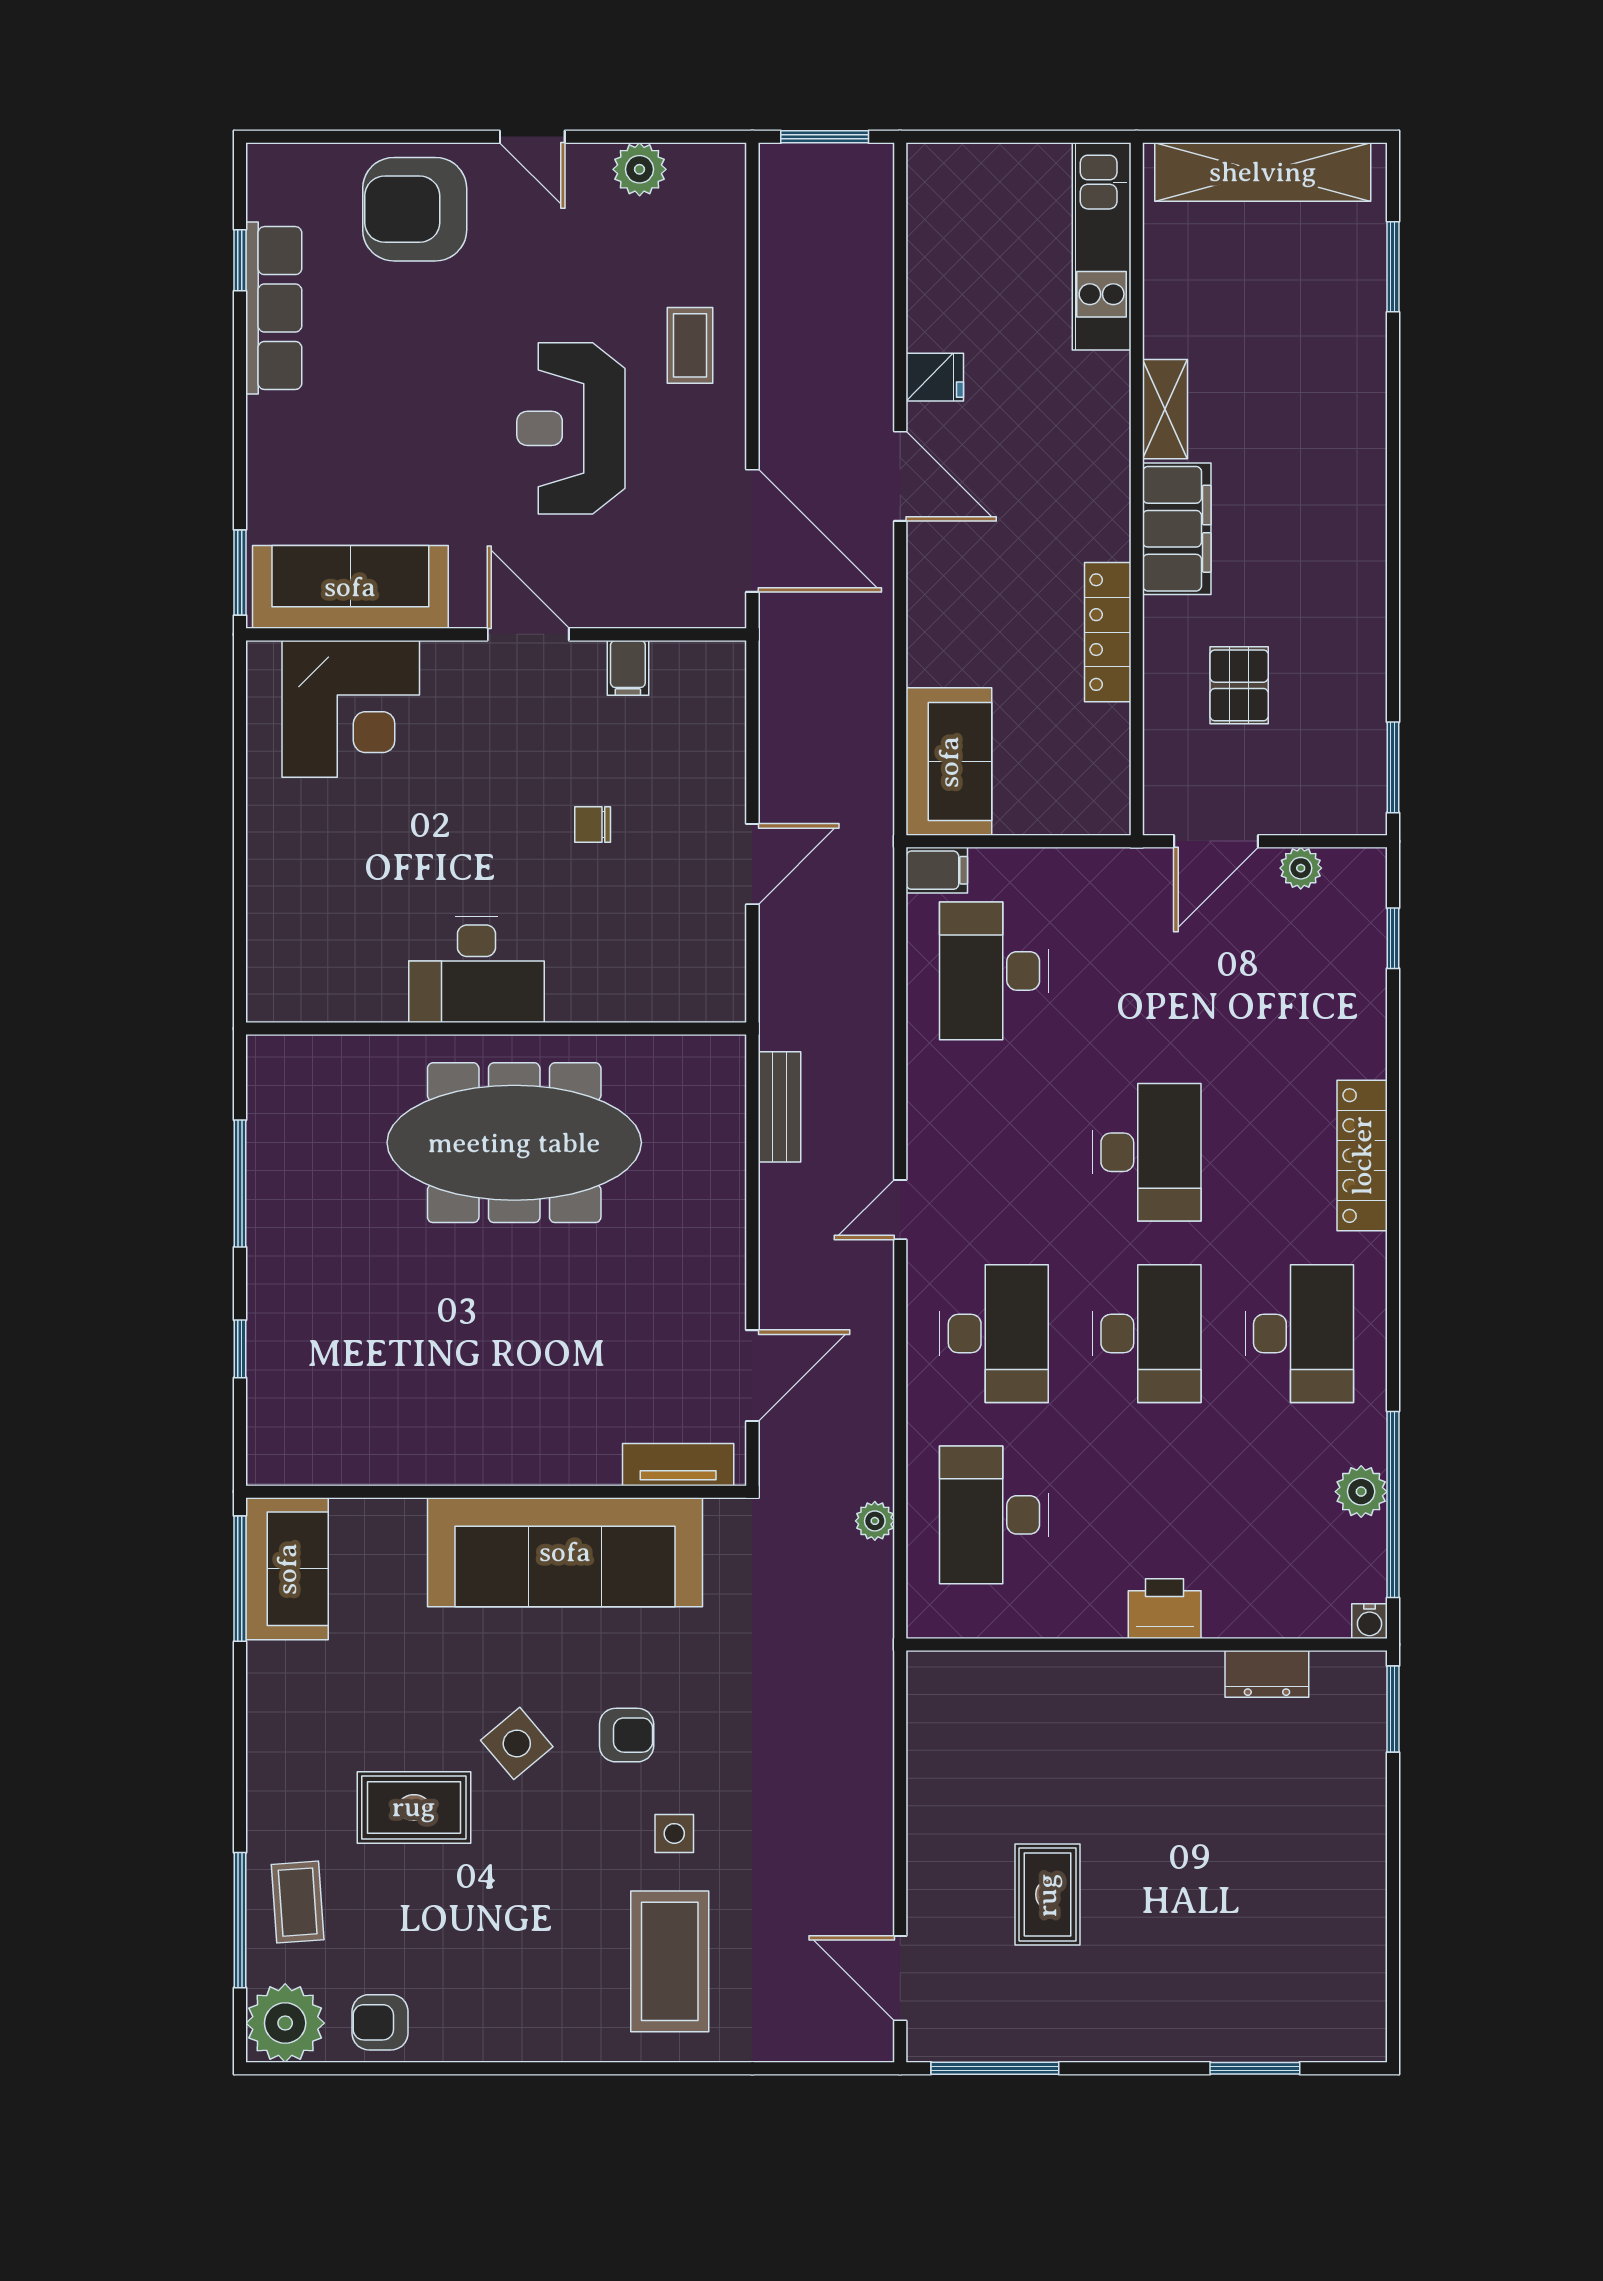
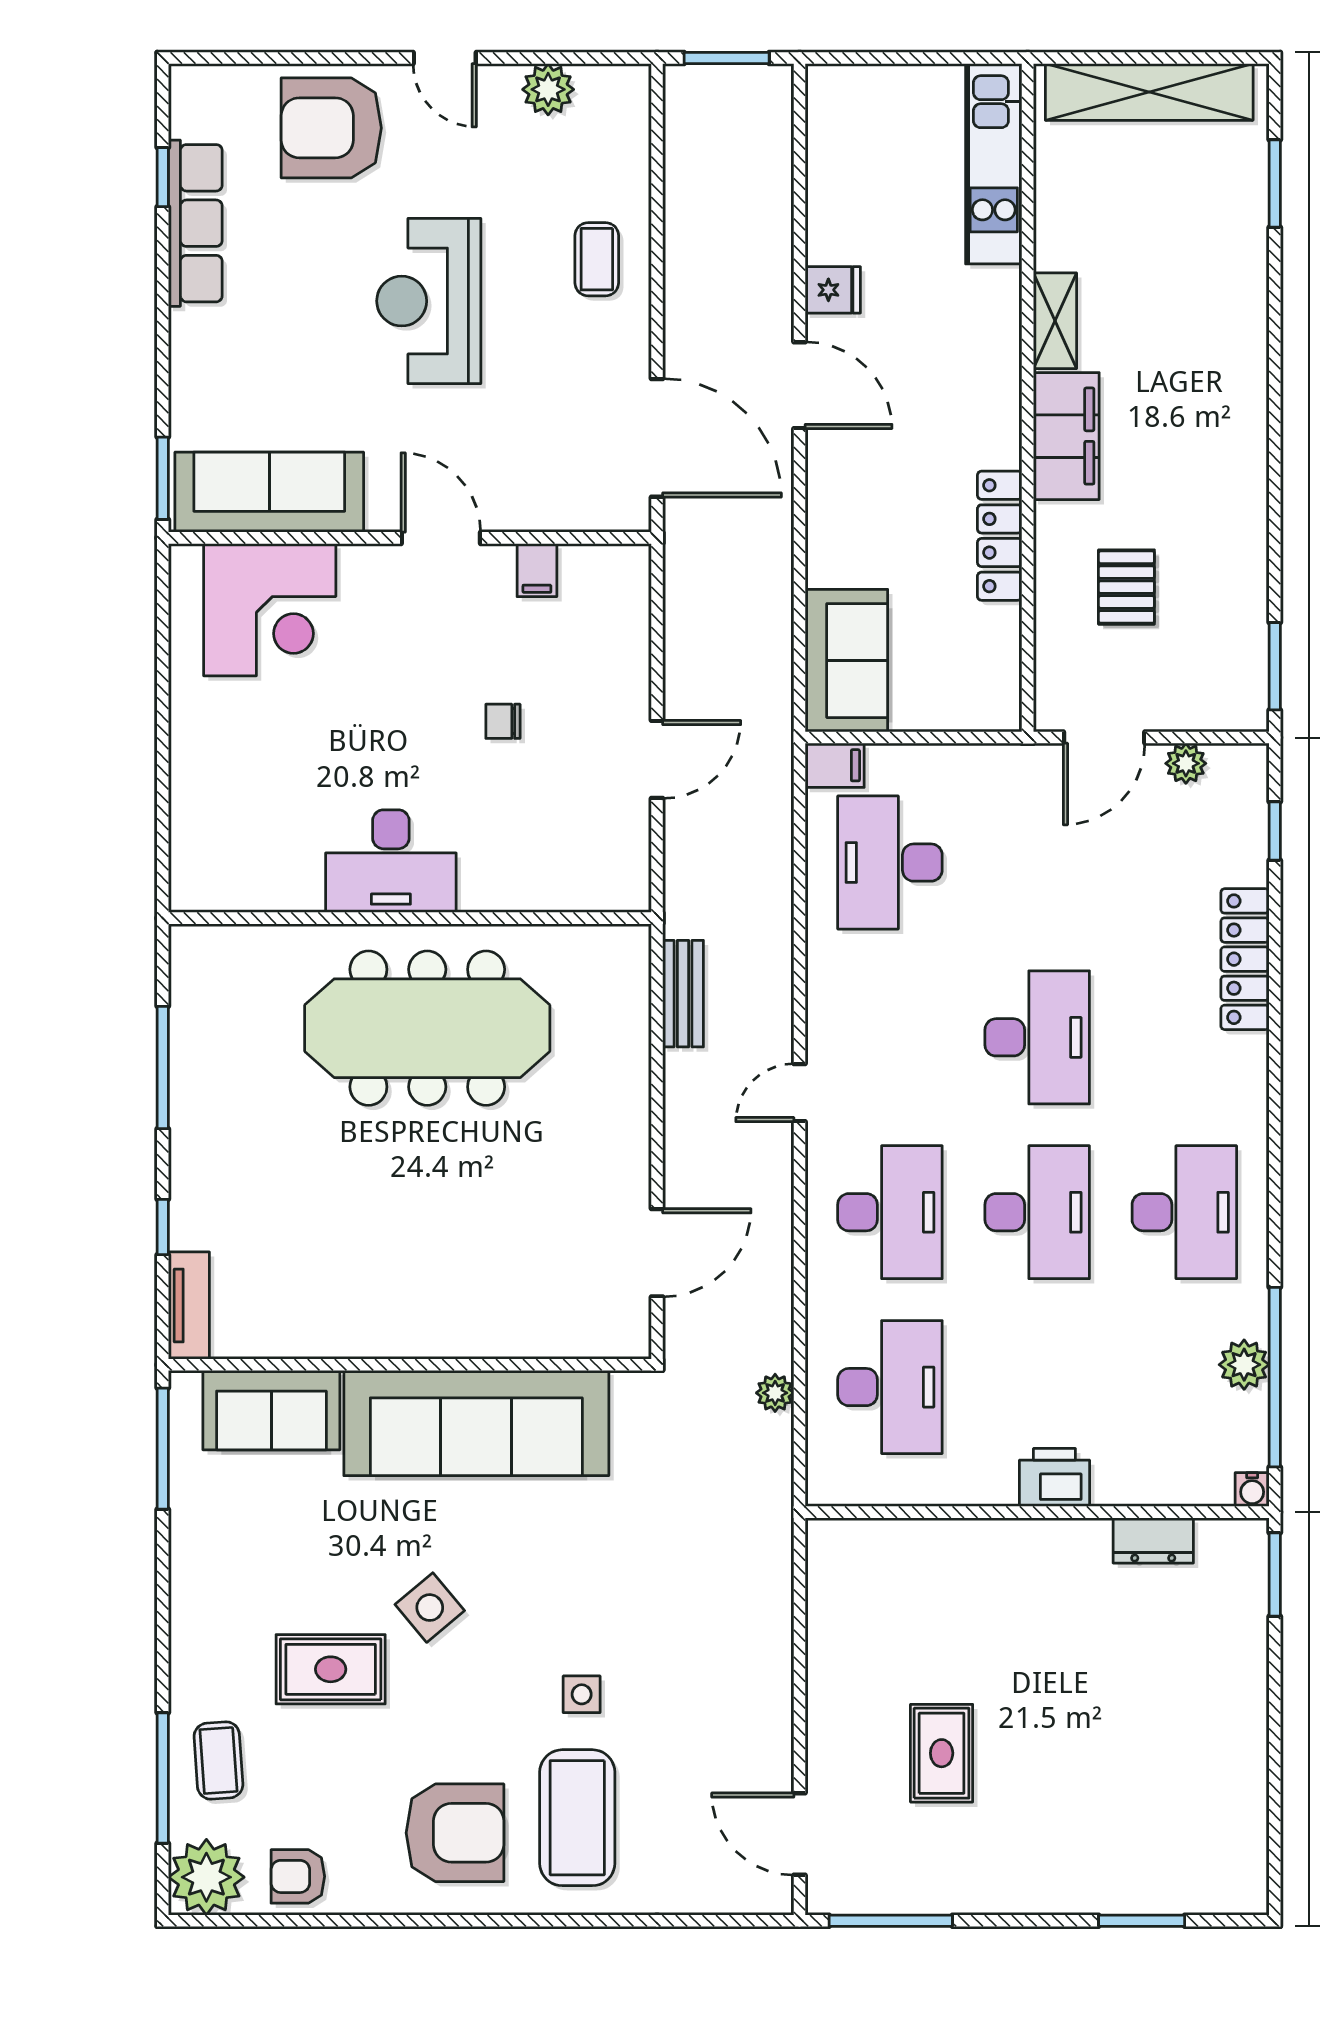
reception desk: (571, 428) -> (429, 301), moved
locker: (1362, 1156) -> (1245, 959), moved
tv unit: (678, 1465) -> (189, 1305), moved, turned 90
desk: (994, 1515) -> (890, 1387), turned 180
sofa: (287, 1569) -> (271, 1410), moved, turned 90
armchair: (627, 1735) -> (455, 1833), moved, width x1.88, depth x1.88

